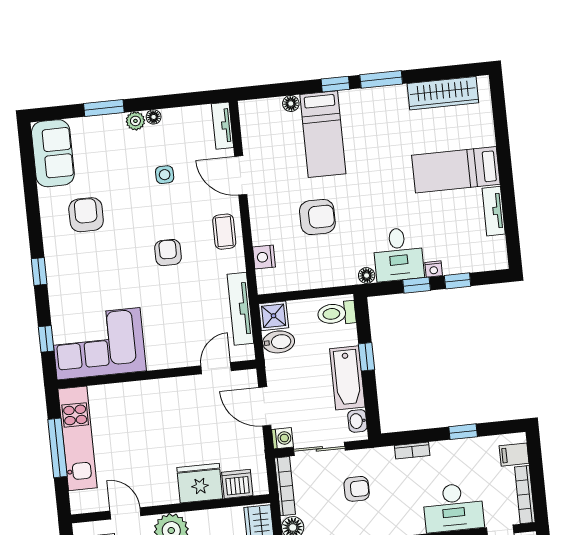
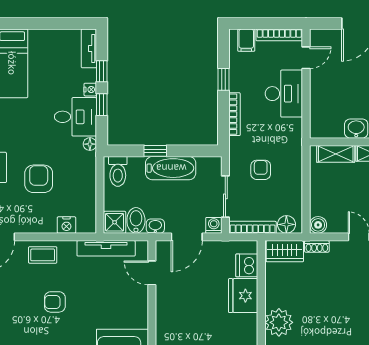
tv unit: (494, 211) -> (89, 48), moved, turned 90
washbasin: (357, 421) -> (155, 226), moved, turned 180
bookcase: (412, 451) -> (234, 114), width x1.56

